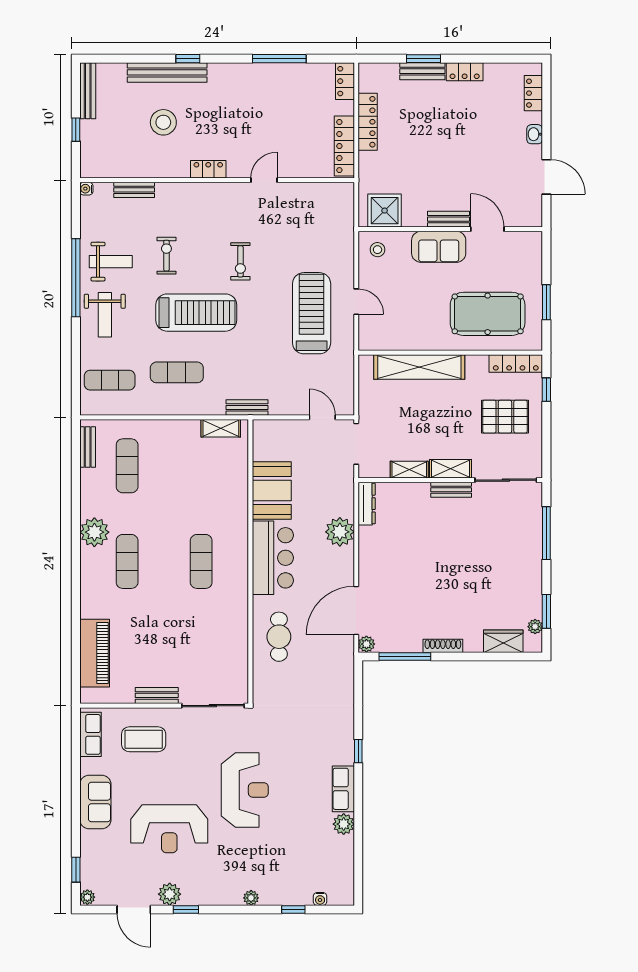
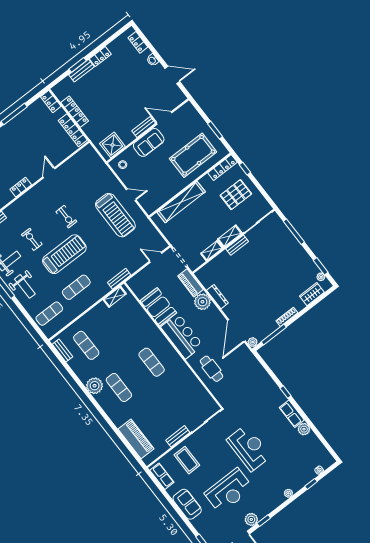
treadmill: (312, 313) -> (115, 215), turned 180
piano: (344, 492) -> (190, 283), added
dresser: (367, 504) -> (217, 297), moved
coffee table: (144, 739) -> (187, 460), turned 90

